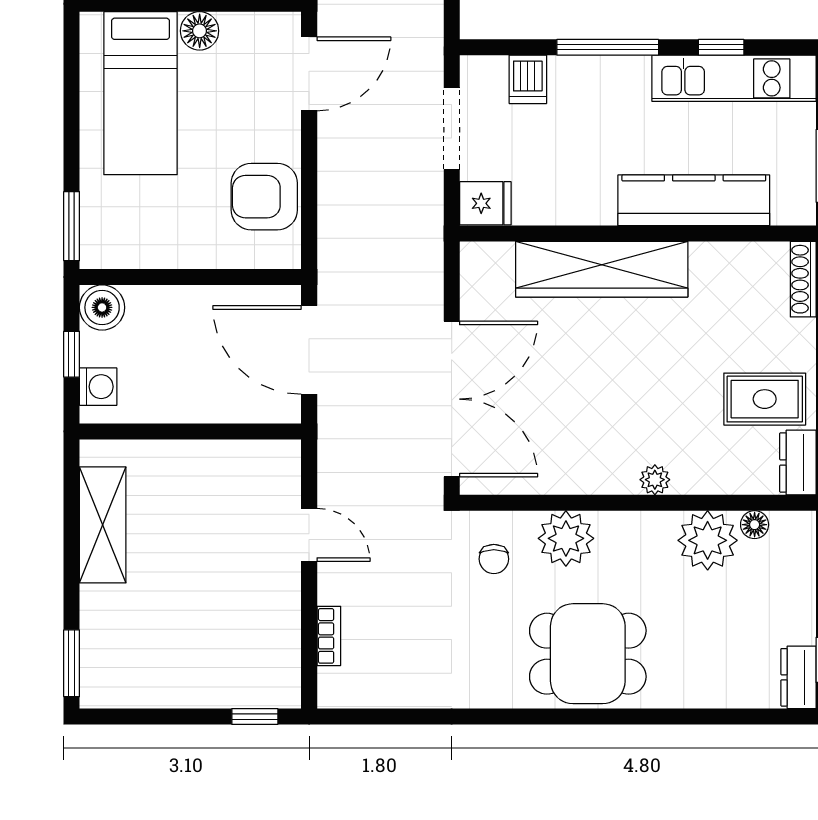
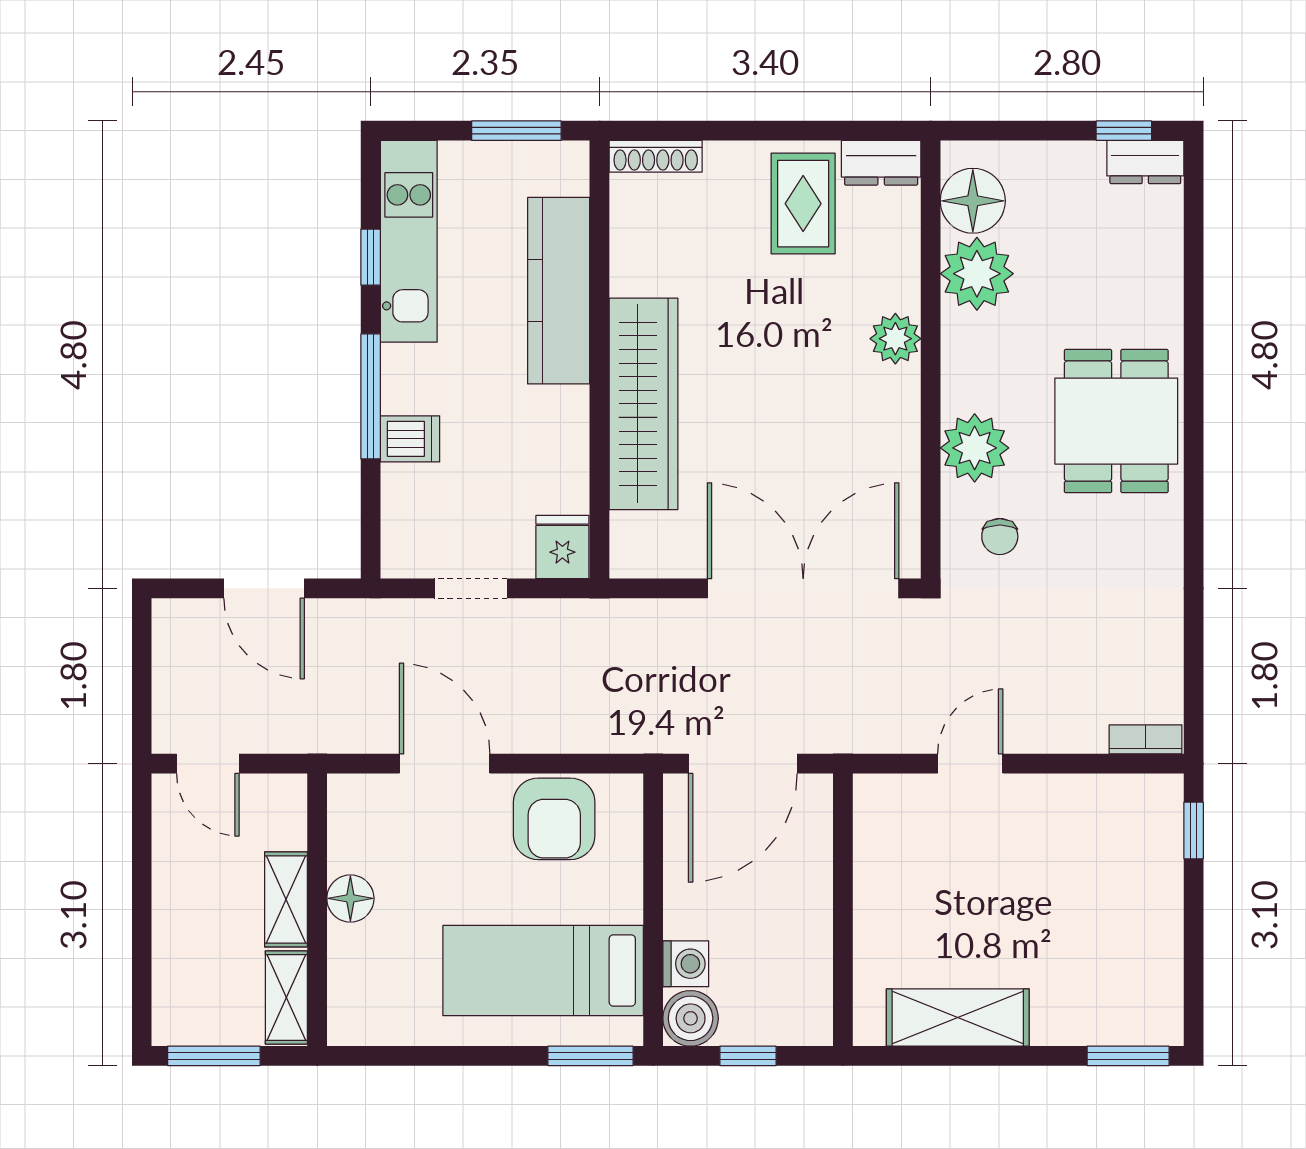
door: (309, 74) -> (445, 764), moved
dishwasher: (528, 79) -> (410, 439), moved
bed: (140, 93) -> (543, 970), moved, turned 180
doorway: (452, 129) -> (471, 588), width x0.73
washing machine: (98, 387) -> (686, 964), moved, turned 90
plant: (655, 480) -> (895, 339), width x1.38, depth x1.38
floor lamp: (755, 525) -> (973, 201), width x1.89, depth x1.89
chair: (494, 559) -> (1000, 537), turned 90
bookcase: (329, 636) -> (1146, 739), moved

